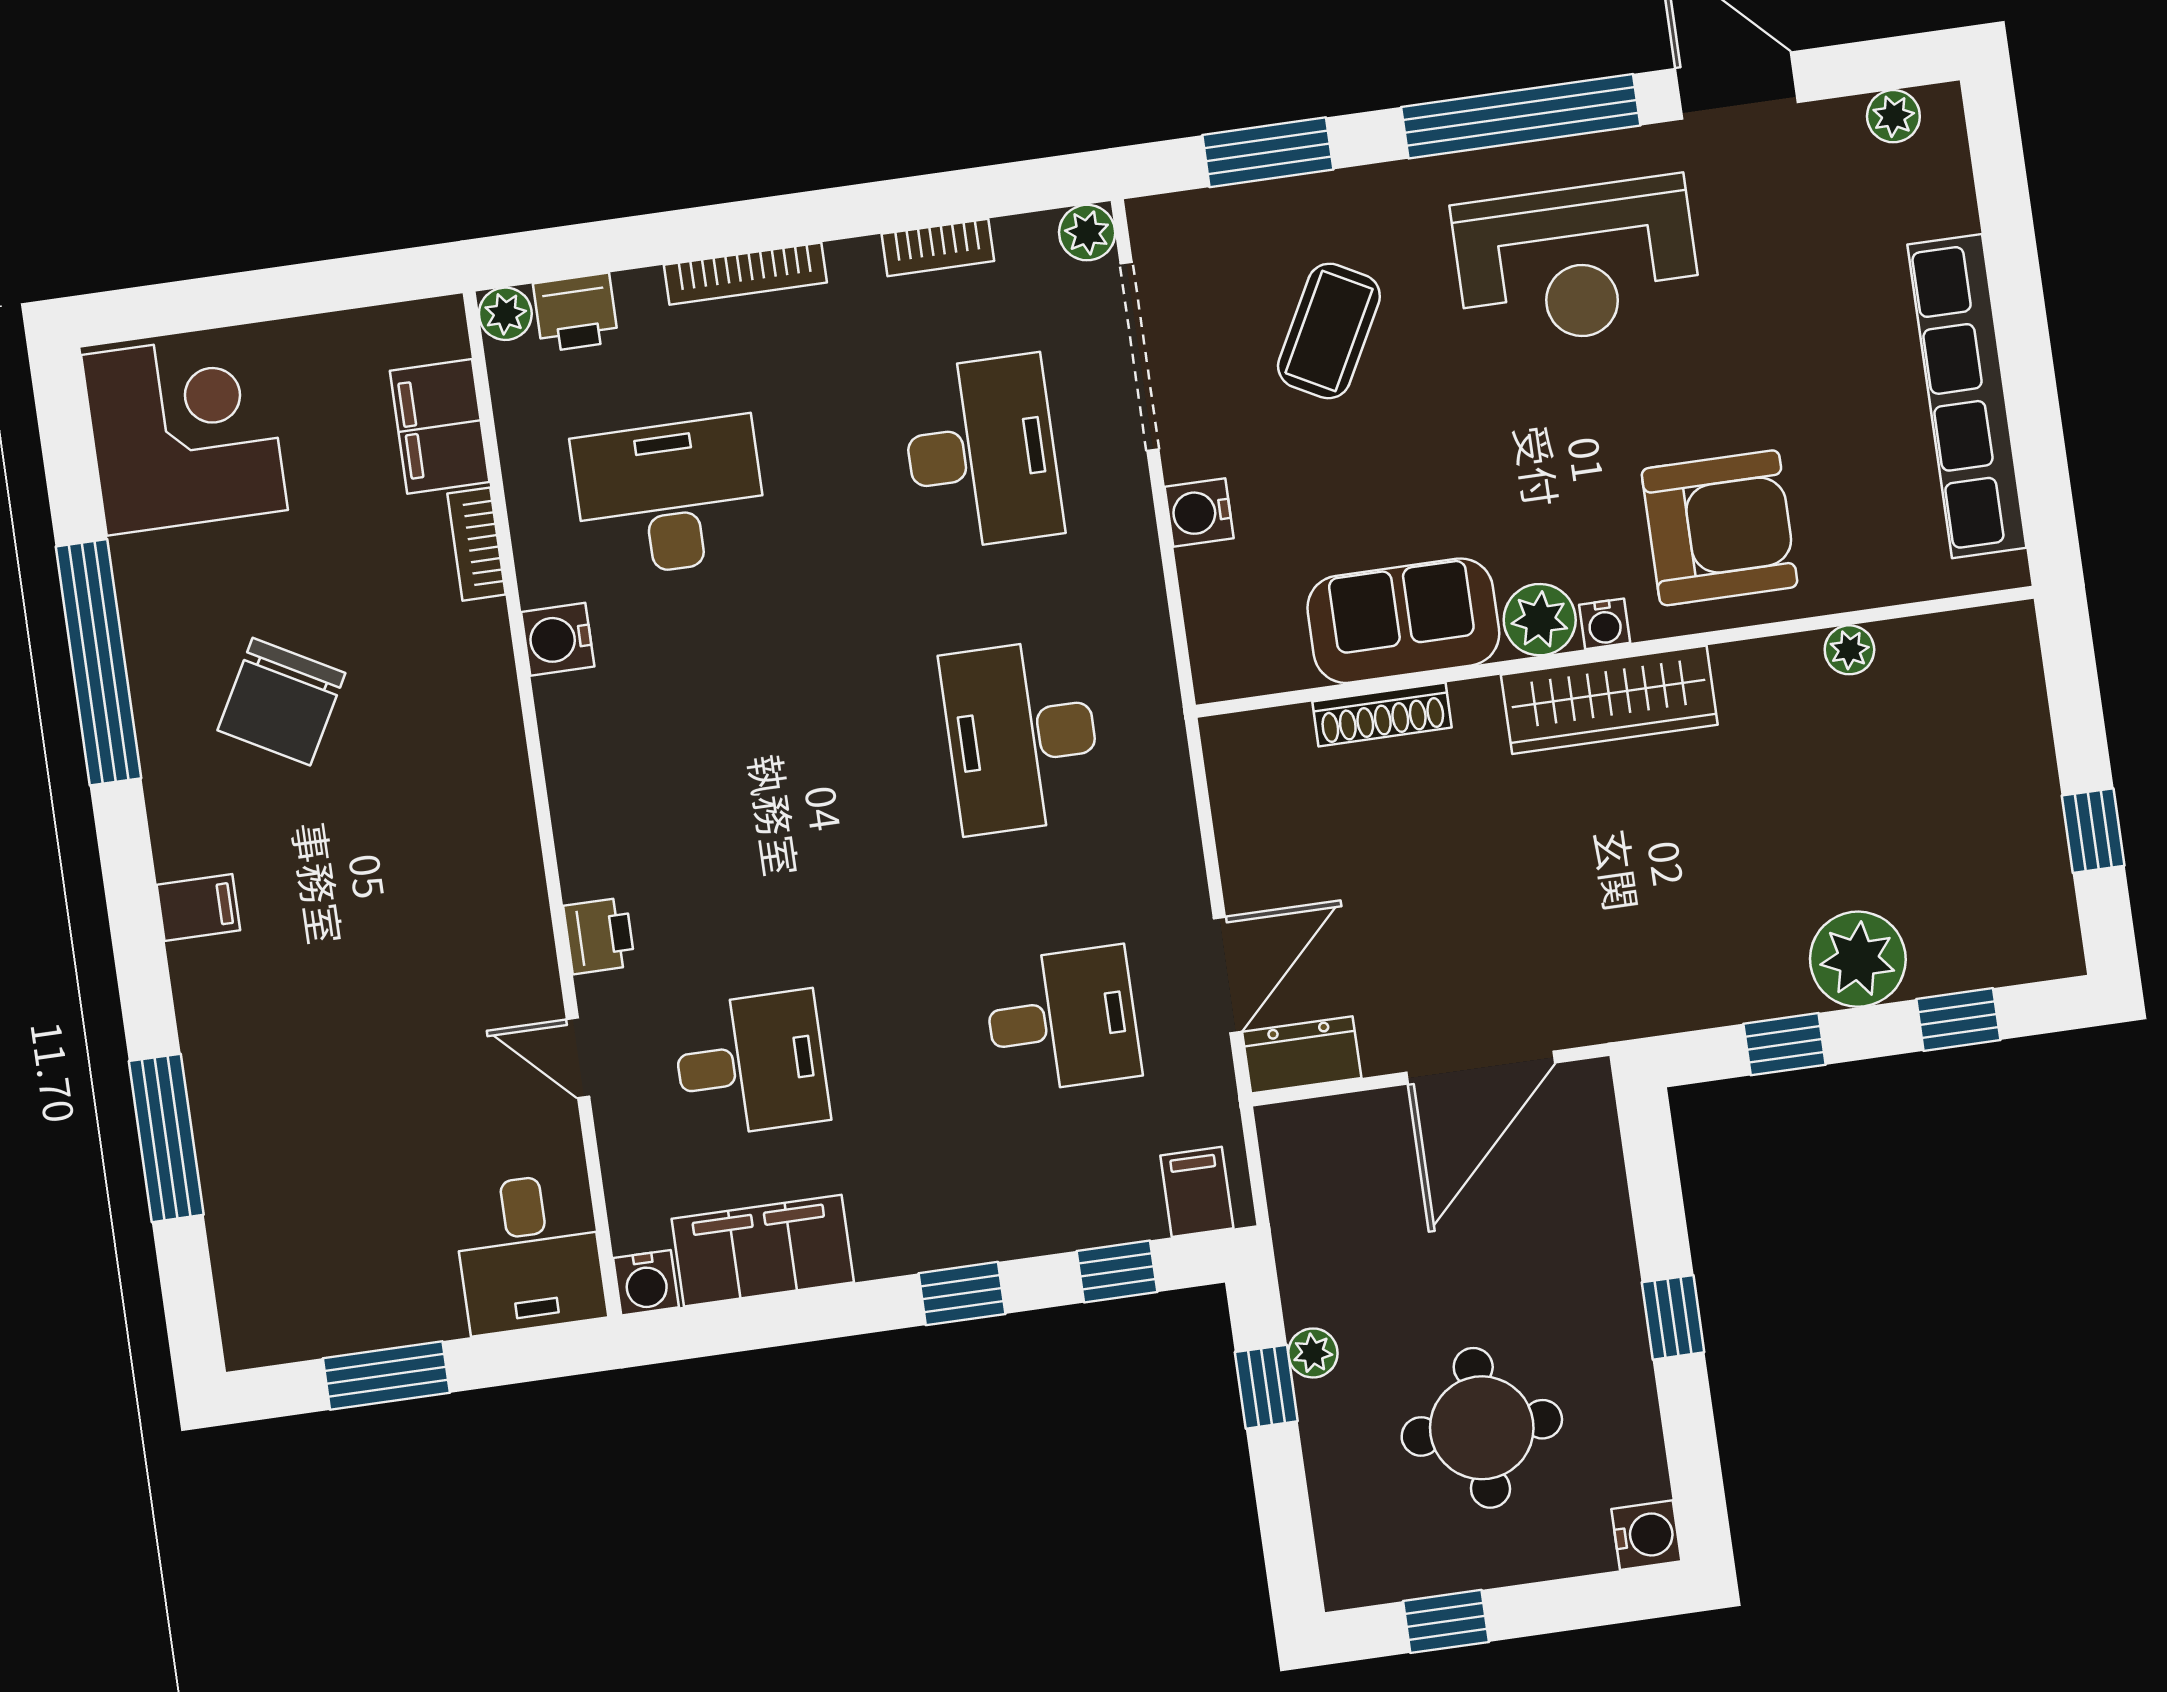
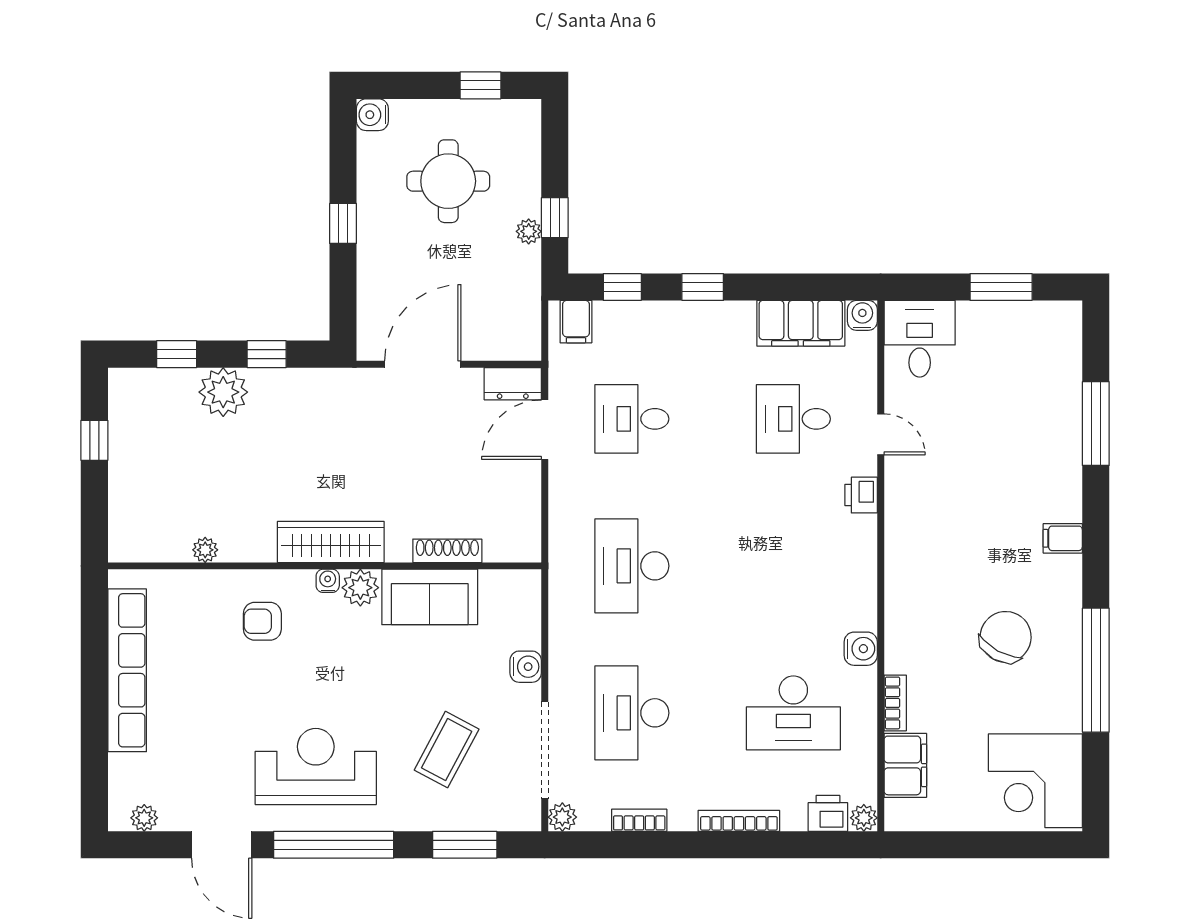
armchair: (1720, 528) -> (262, 621), width x0.53, depth x0.53
desk: (1022, 736) -> (632, 566), turned 180

